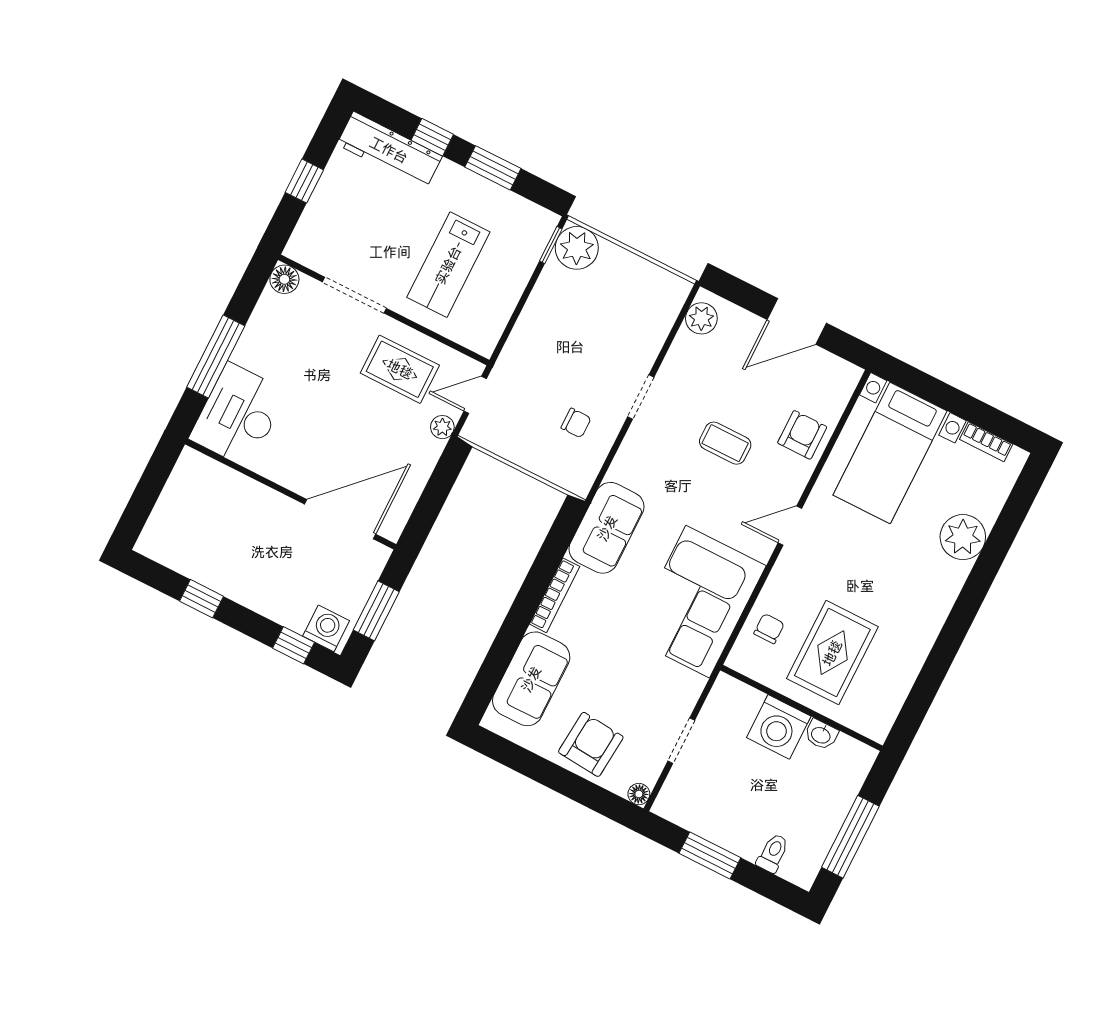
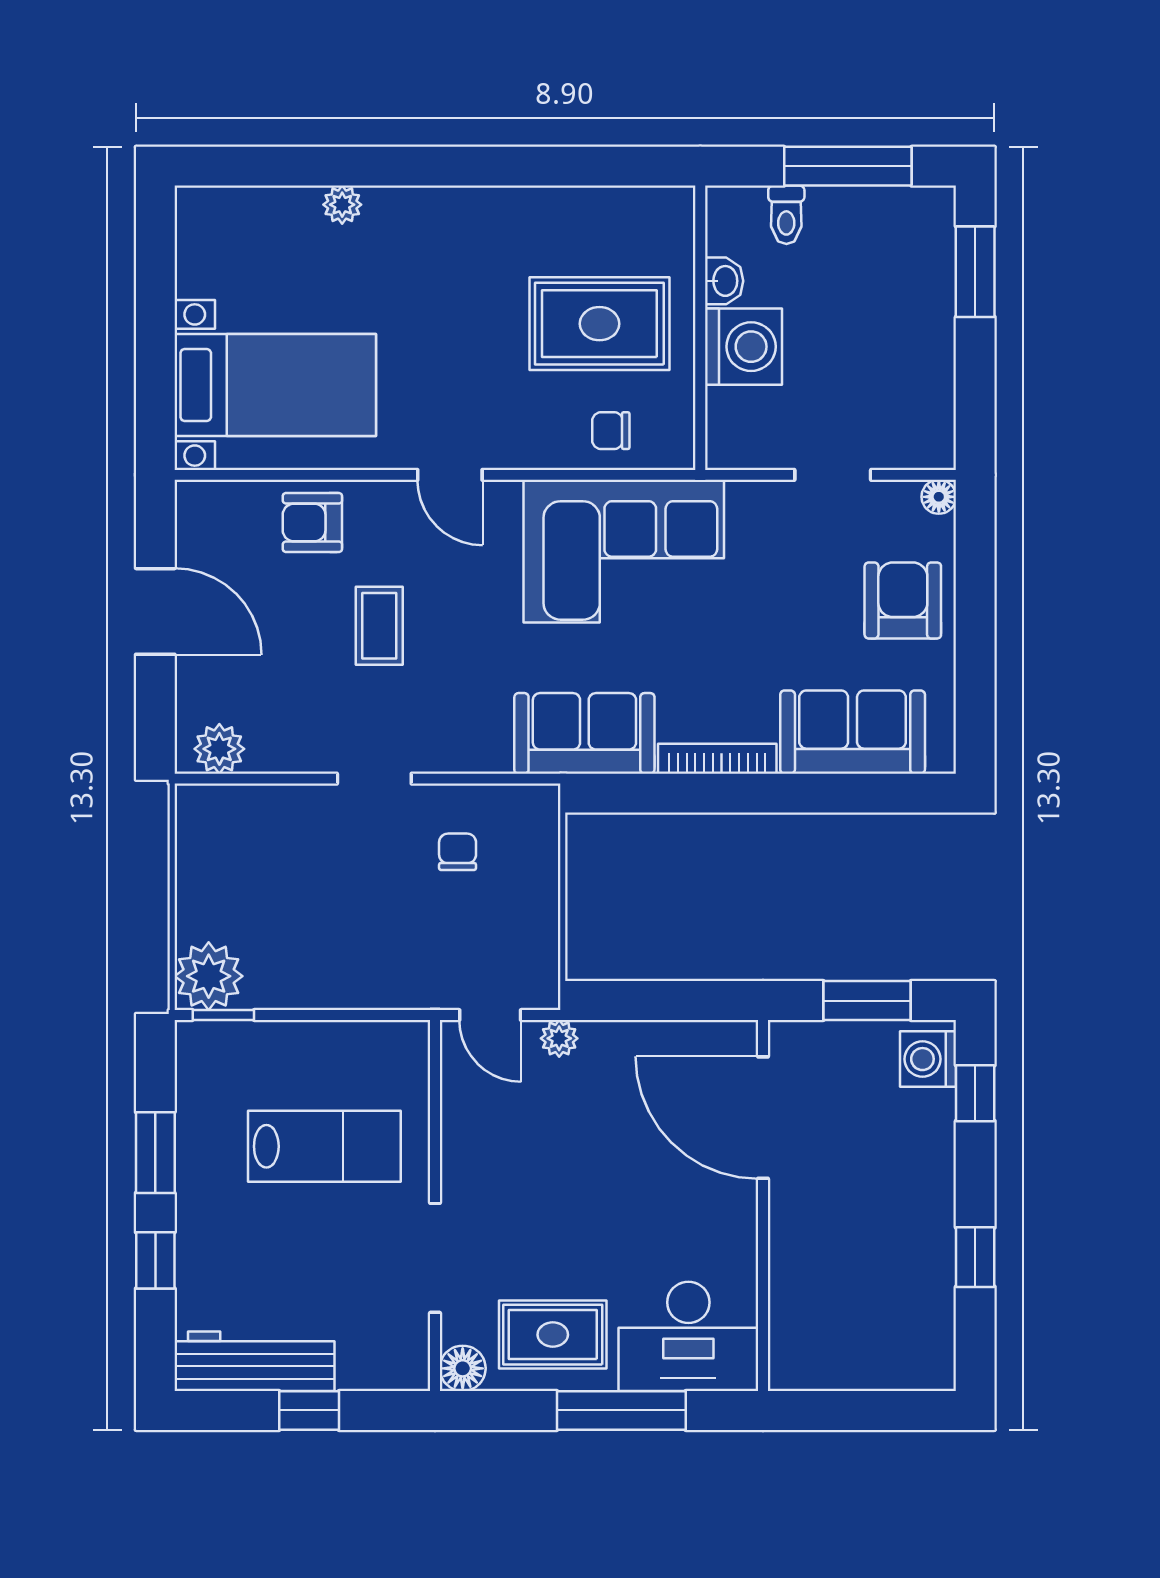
workbench: (389, 150) -> (255, 1361), moved, turned -90
rug: (400, 369) -> (553, 1335), moved, turned 90
bookcase: (986, 442) -> (190, 257), removed
plant: (963, 537) -> (342, 205), width x0.53, depth x0.53
armchair: (591, 744) -> (903, 600), turned 85
toilet: (773, 853) -> (786, 215), moved, turned -90
window: (710, 856) -> (975, 272), moved

